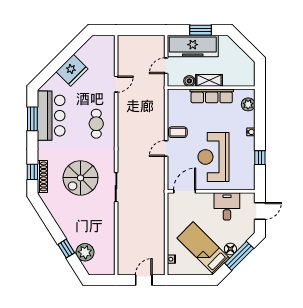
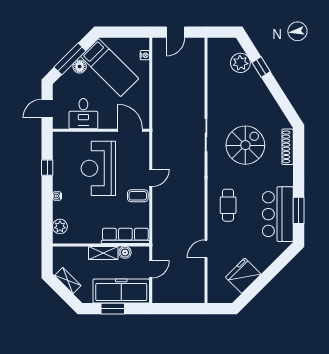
shelving: (241, 56) -> (68, 281), added
fridge: (72, 70) -> (243, 276), moved
row of seats: (212, 96) -> (125, 236), moved
reception desk: (213, 157) -> (98, 168), turned 180
window: (32, 172) -> (299, 152), removed
door: (185, 191) -> (130, 130), swing flipped

